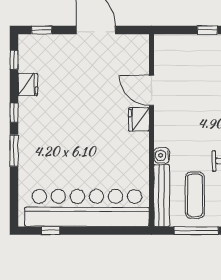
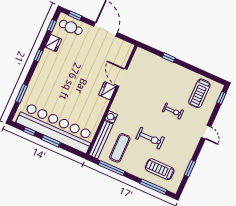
cafe table: (43, 50) -> (71, 27), added
window: (14, 151) -> (21, 93), moved
window: (89, 231) -> (51, 141), added

